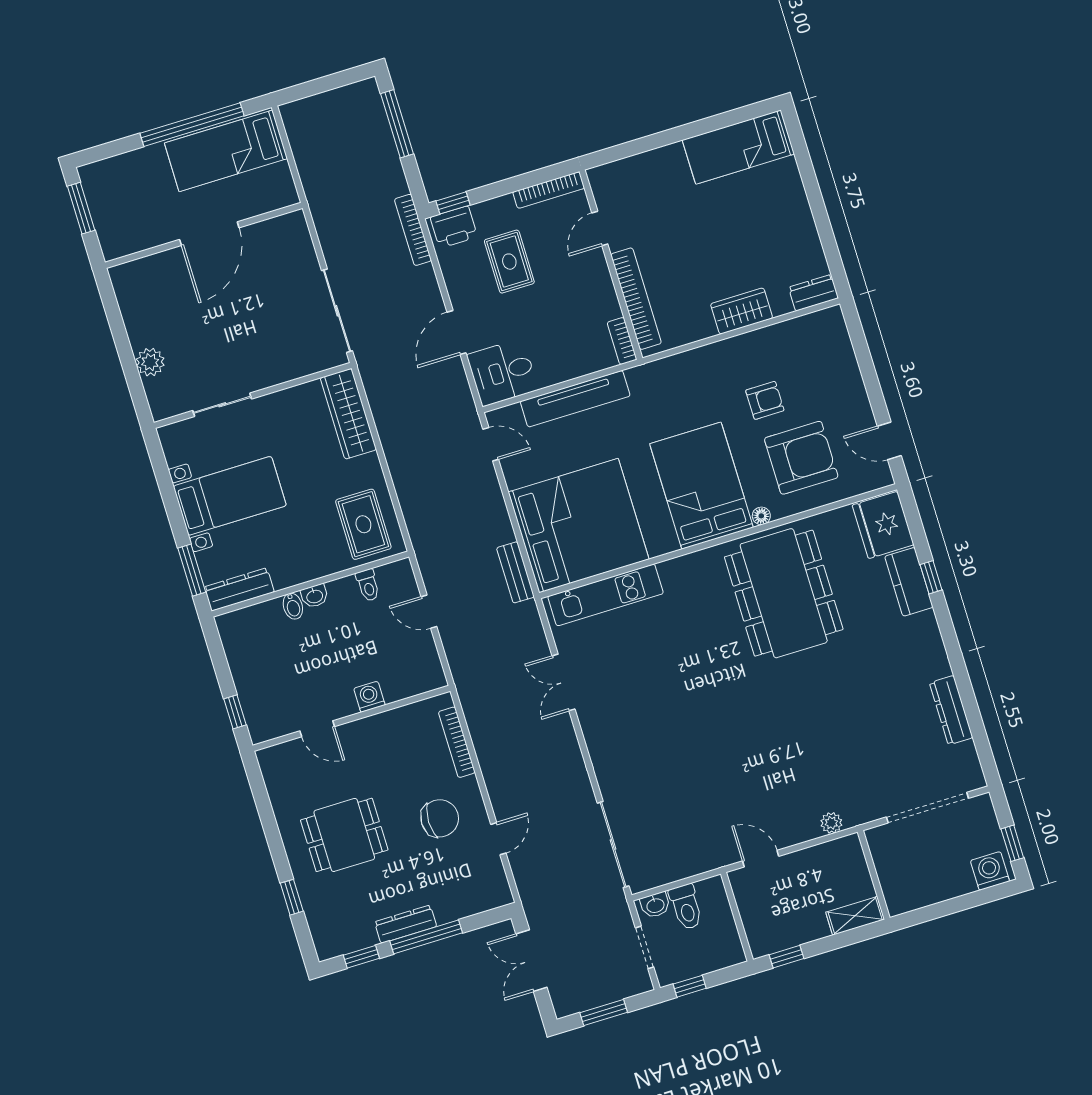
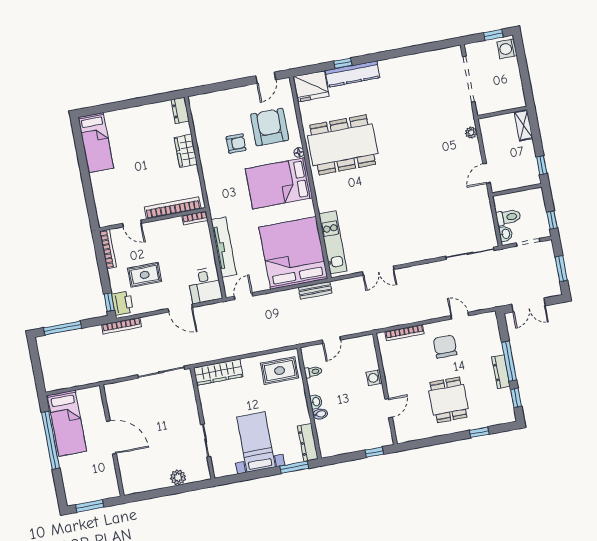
armchair: (765, 400) -> (236, 143), turned 90
kitchen counter: (909, 582) -> (353, 74), width x1.50
dresser: (951, 710) -> (417, 60), removed

